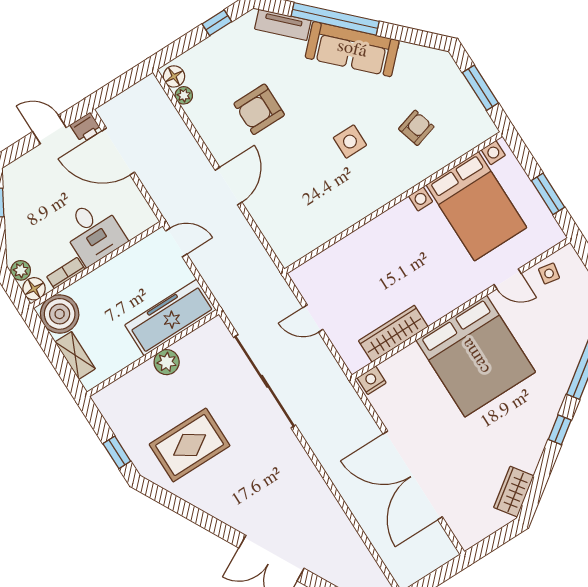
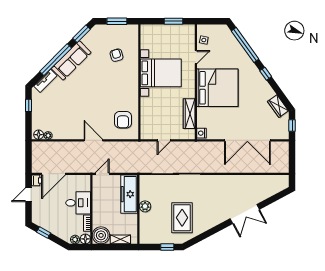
window: (415, 37) -> (82, 34), added
armchair: (259, 109) -> (123, 120), moved
side table: (350, 142) -> (106, 84), removed
bed with nightstands: (476, 206) -> (161, 73), moved
window: (494, 541) -> (292, 126), added

